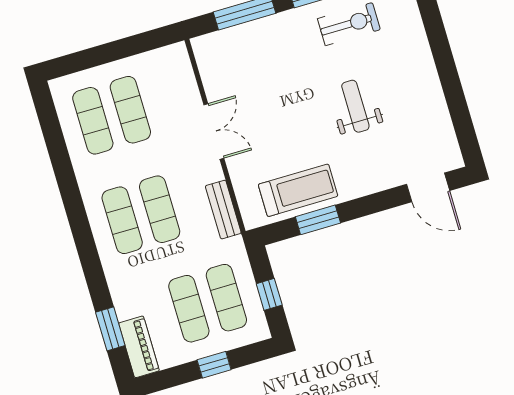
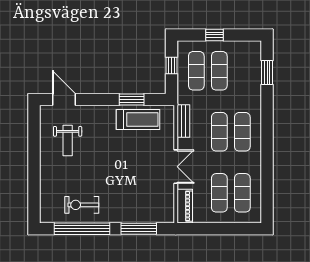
weight bench: (355, 106) -> (68, 141), moved
double door: (214, 131) -> (176, 167), swing flipped
treadmill: (298, 190) -> (138, 119), turned 180
piano: (139, 347) -> (185, 206), moved, turned 180

